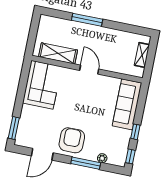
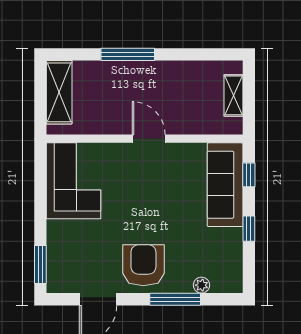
shelving: (58, 53) -> (59, 92), moved, turned 90
window: (130, 156) -> (249, 175), moved

